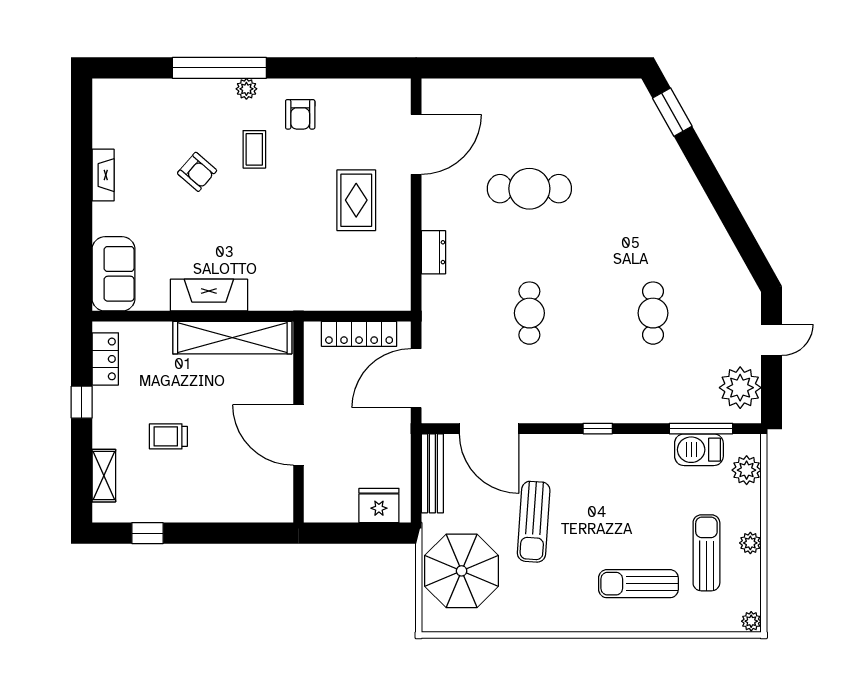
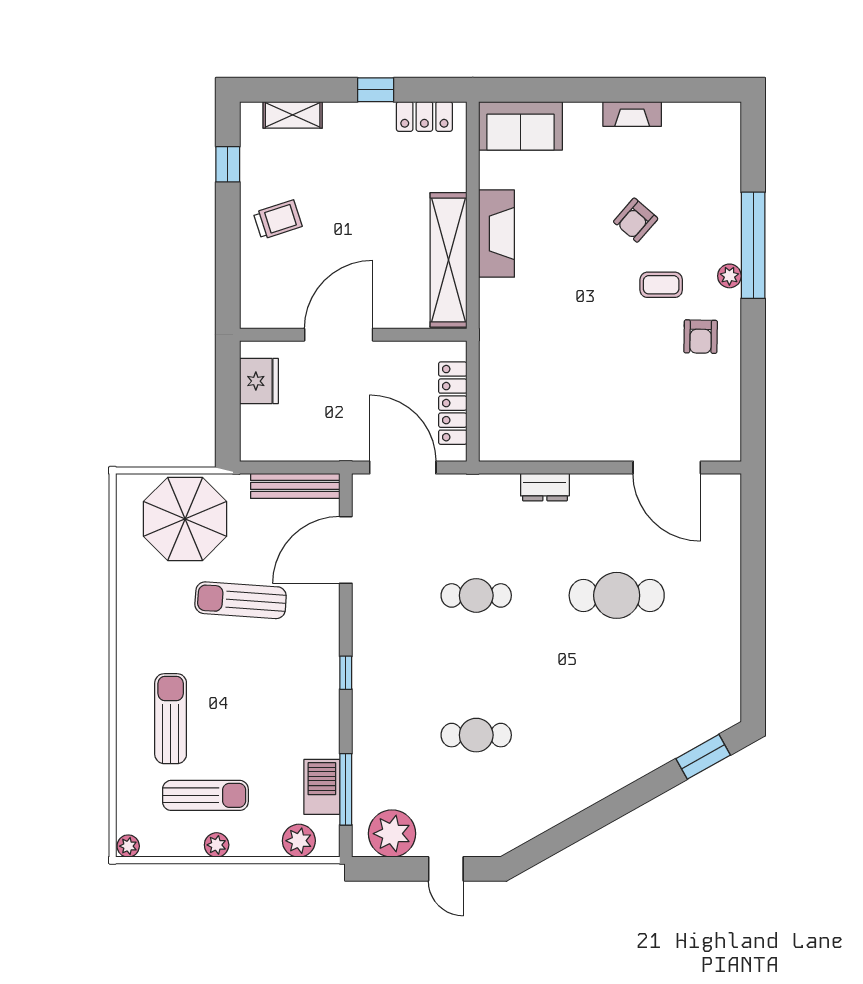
armchair: (300, 114) -> (701, 337), turned -89
cafe table: (529, 189) -> (617, 595), turned 90
rug: (356, 200) -> (604, 400), removed
trolley: (168, 436) -> (278, 220), moved, turned 72
fridge: (379, 505) -> (259, 381), moved

